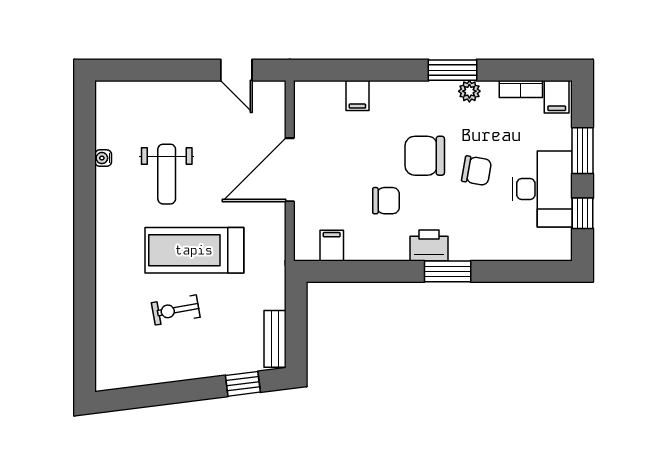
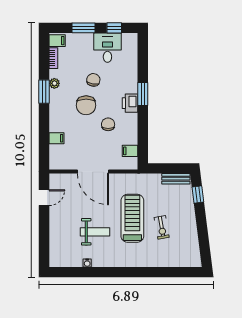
desk: (542, 189) -> (107, 48), width x0.73
treadmill: (194, 250) -> (132, 218), turned 180

